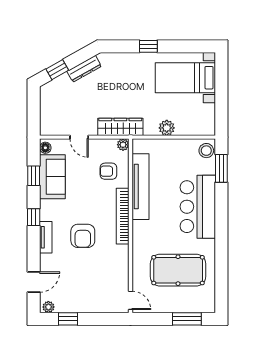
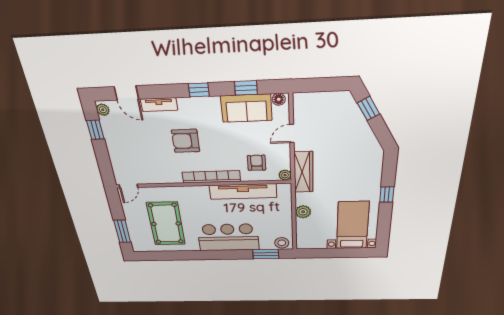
dresser: (84, 69) -> (367, 136), removed
tv unit: (46, 237) -> (159, 105), moved

